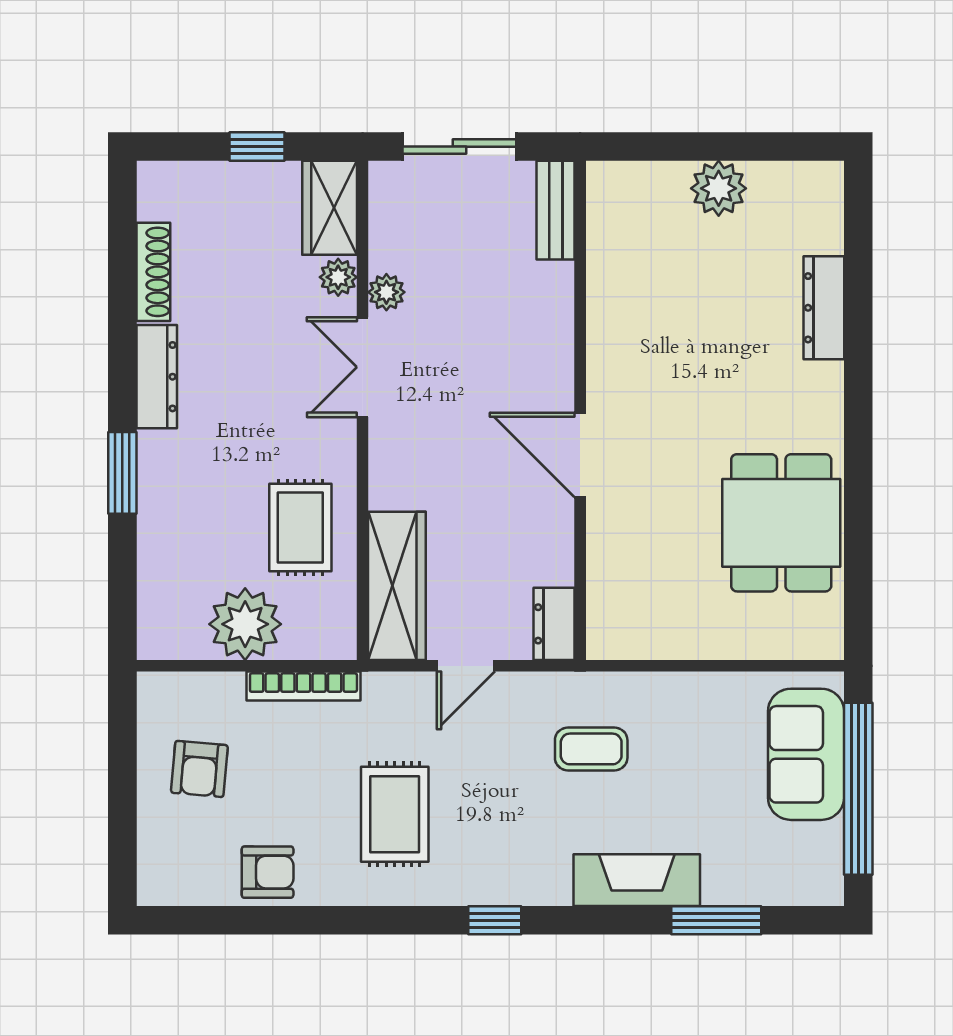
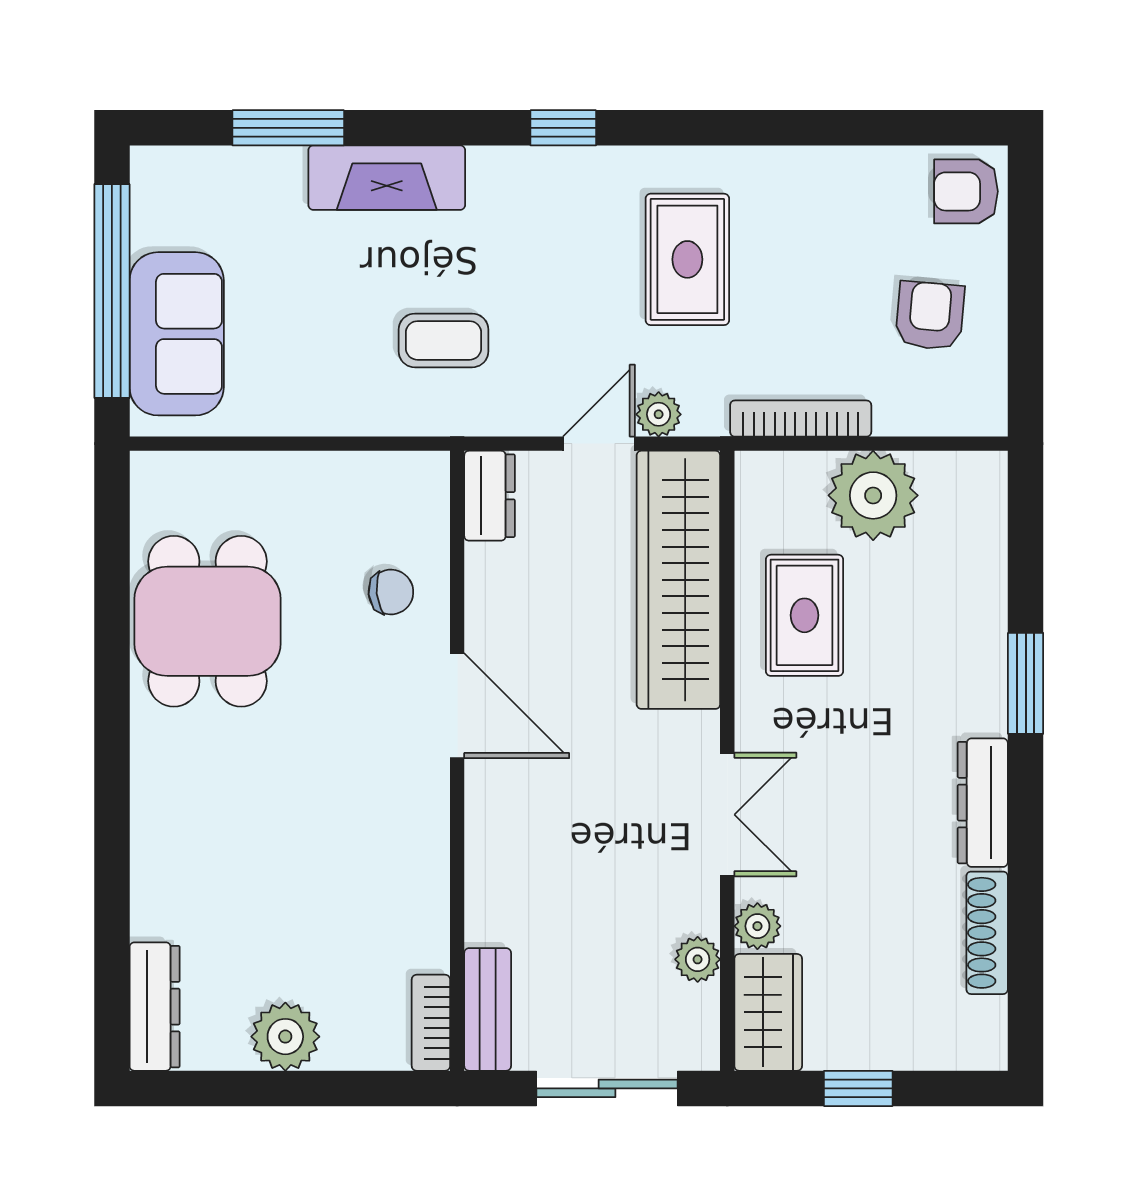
bookcase: (601, 199) -> (431, 1023), added
plant: (386, 292) -> (698, 959), moved
dresser: (824, 308) -> (155, 1007), moved
chair: (633, 546) -> (391, 592), added
wardrobe: (397, 586) -> (678, 580), width x1.40, depth x1.17
plant: (418, 690) -> (659, 414), added
armchair: (268, 872) -> (966, 191), moved

